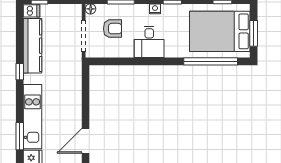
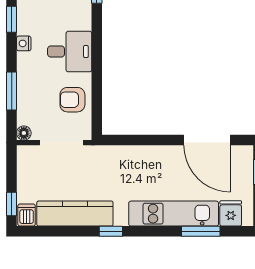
armchair: (113, 29) -> (72, 100), moved, turned -90
door: (86, 141) -> (207, 140), width x1.36

